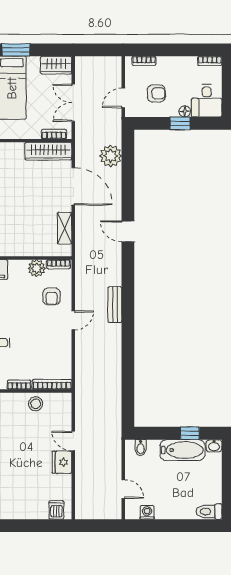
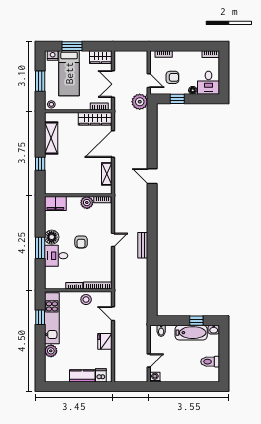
door: (123, 98) -> (149, 81), swing flipped
window: (180, 123) -> (177, 99), moved
plant: (111, 156) -> (140, 102), moved
door: (73, 186) -> (113, 144), swing flipped
armchair: (52, 296) -> (81, 242), moved
bench: (115, 305) -> (143, 245), moved
door: (73, 441) -> (113, 314), moved
door: (123, 489) -> (149, 361), hinge flipped
kitchen counter: (30, 511) -> (82, 376), added
washing machine: (147, 512) -> (155, 377), moved
toilet: (209, 512) -> (210, 362), moved

